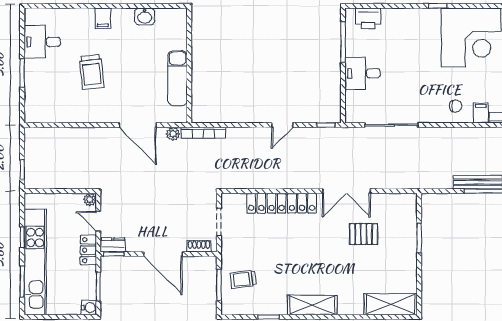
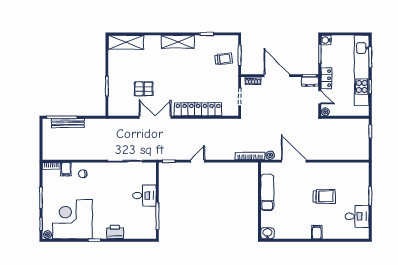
washbasin: (145, 16) -> (267, 233), moved
printer: (368, 18) -> (115, 232), moved
trolley: (92, 72) -> (324, 196), turned 96

